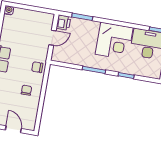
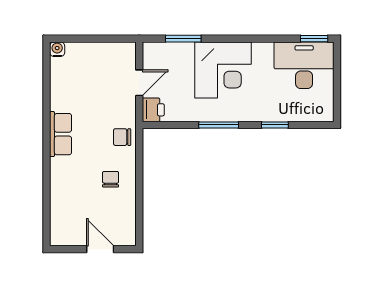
printer: (63, 22) -> (153, 110), moved
corner desk: (114, 41) -> (223, 70), moved

